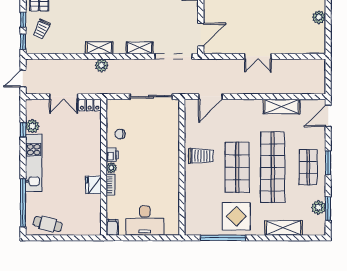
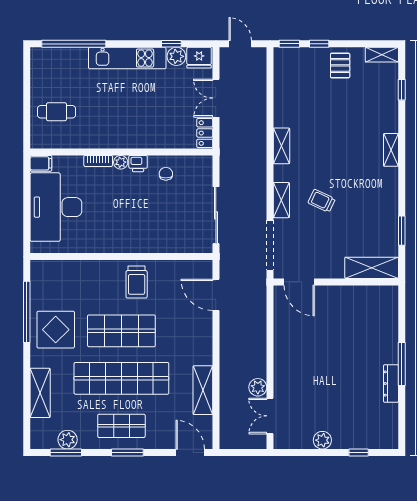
trolley: (42, 29) -> (322, 201), moved
double door: (258, 56) -> (270, 416), moved
plant: (102, 65) -> (258, 387), moved
fridge: (93, 185) -> (199, 58), moved, turned 180
desk: (145, 221) -> (56, 207), width x1.36, depth x1.30
cafe table: (48, 224) -> (56, 112), moved, turned 76

